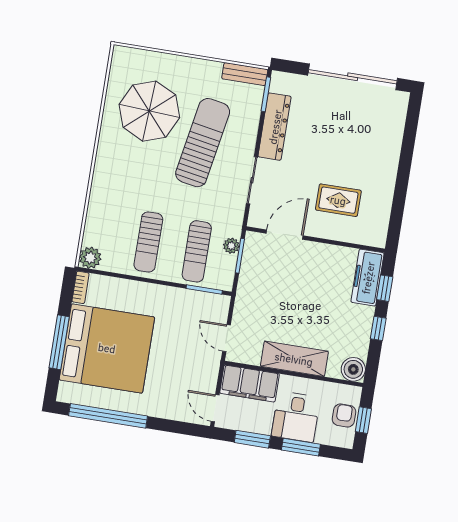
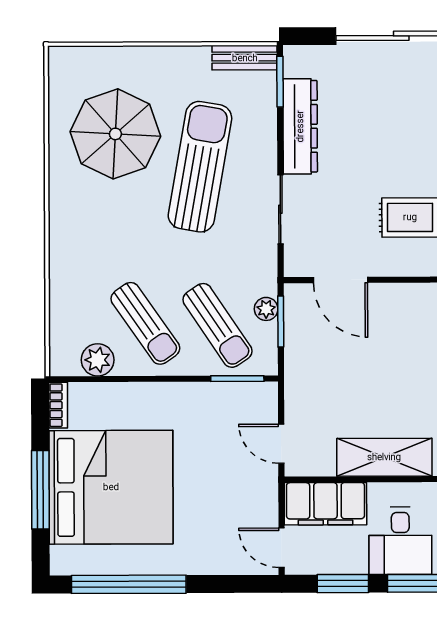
door: (285, 235) -> (341, 280), swing flipped
sun lounger: (148, 242) -> (145, 323), turned -35
sun lounger: (197, 251) -> (217, 325), turned -34
plant: (90, 258) -> (98, 360), moved

